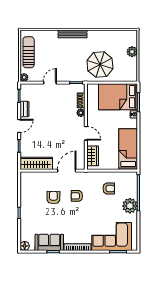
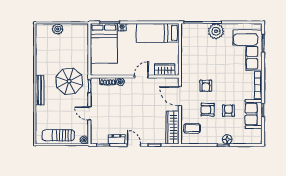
parasol: (100, 64) -> (69, 81), moved
coffee table: (35, 182) -> (192, 128), added
armchair: (109, 188) -> (228, 111), moved
floor lamp: (25, 246) -> (227, 139), moved

